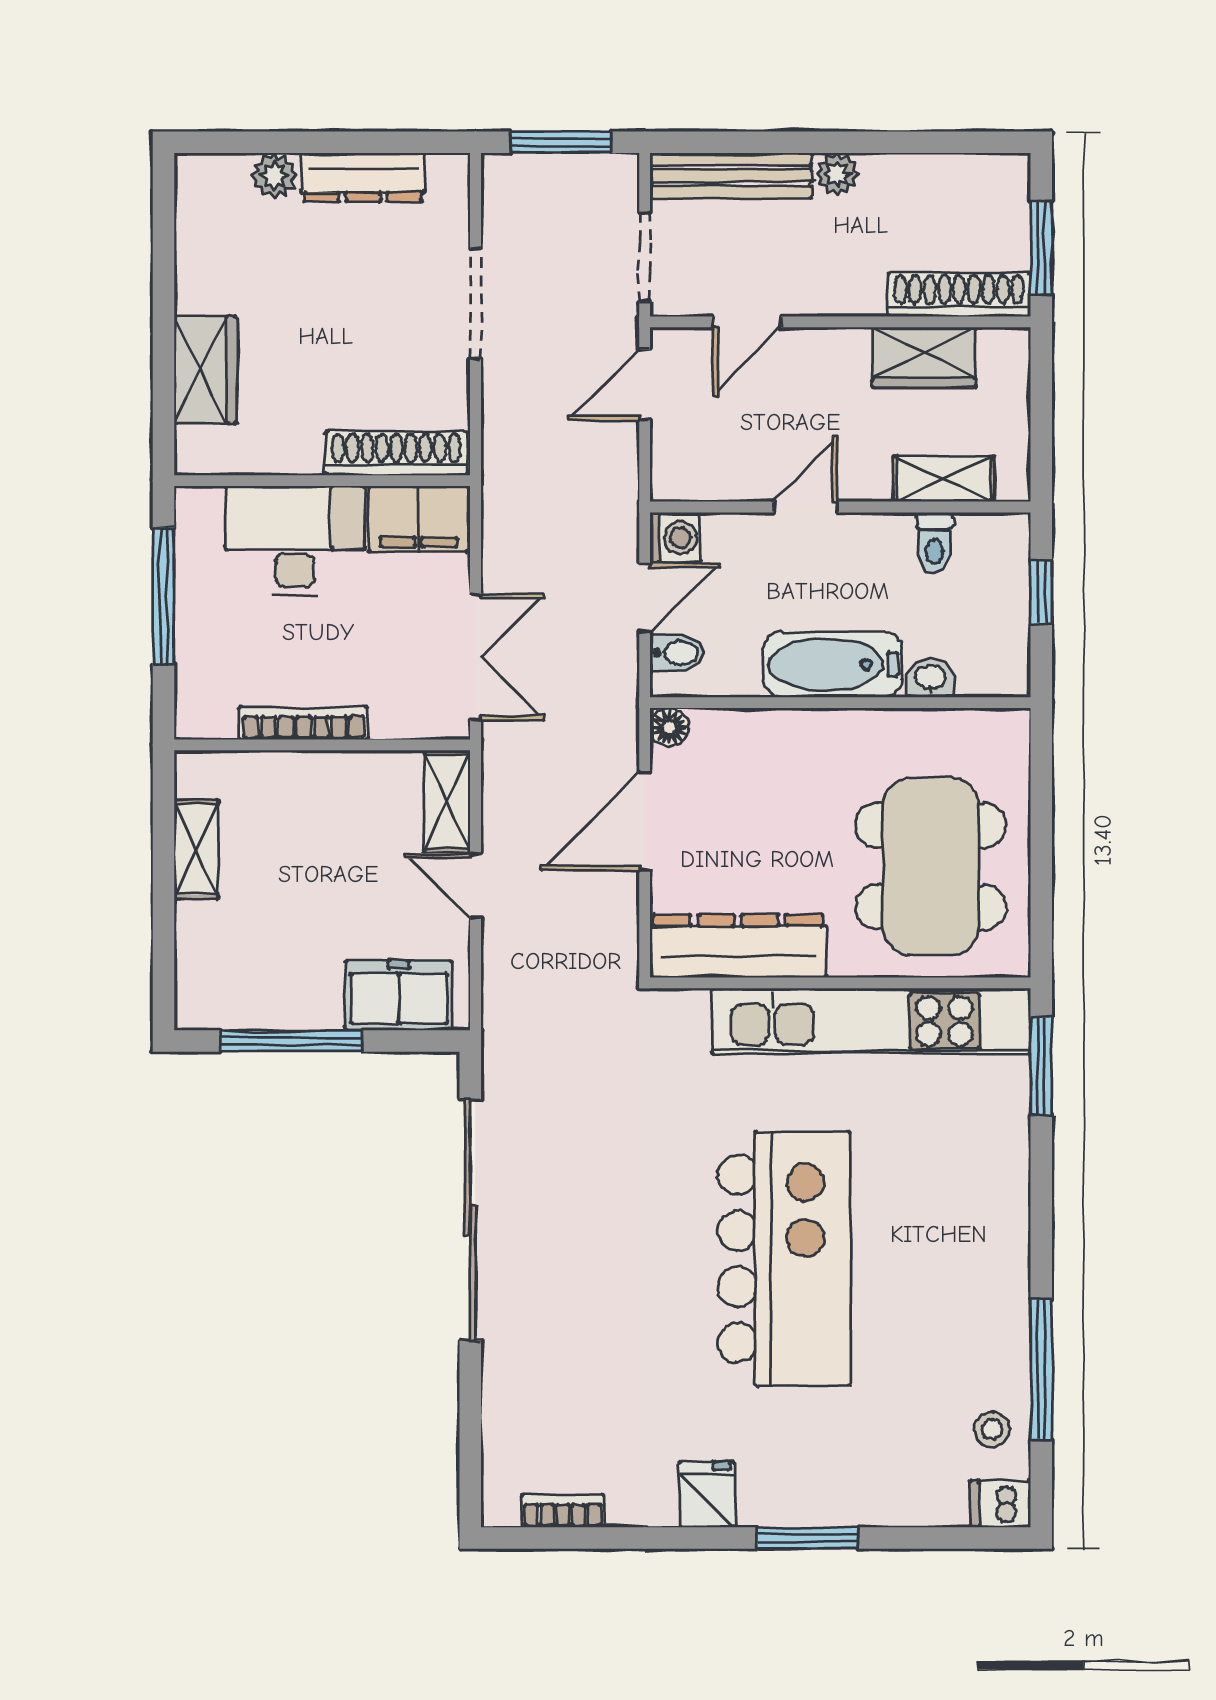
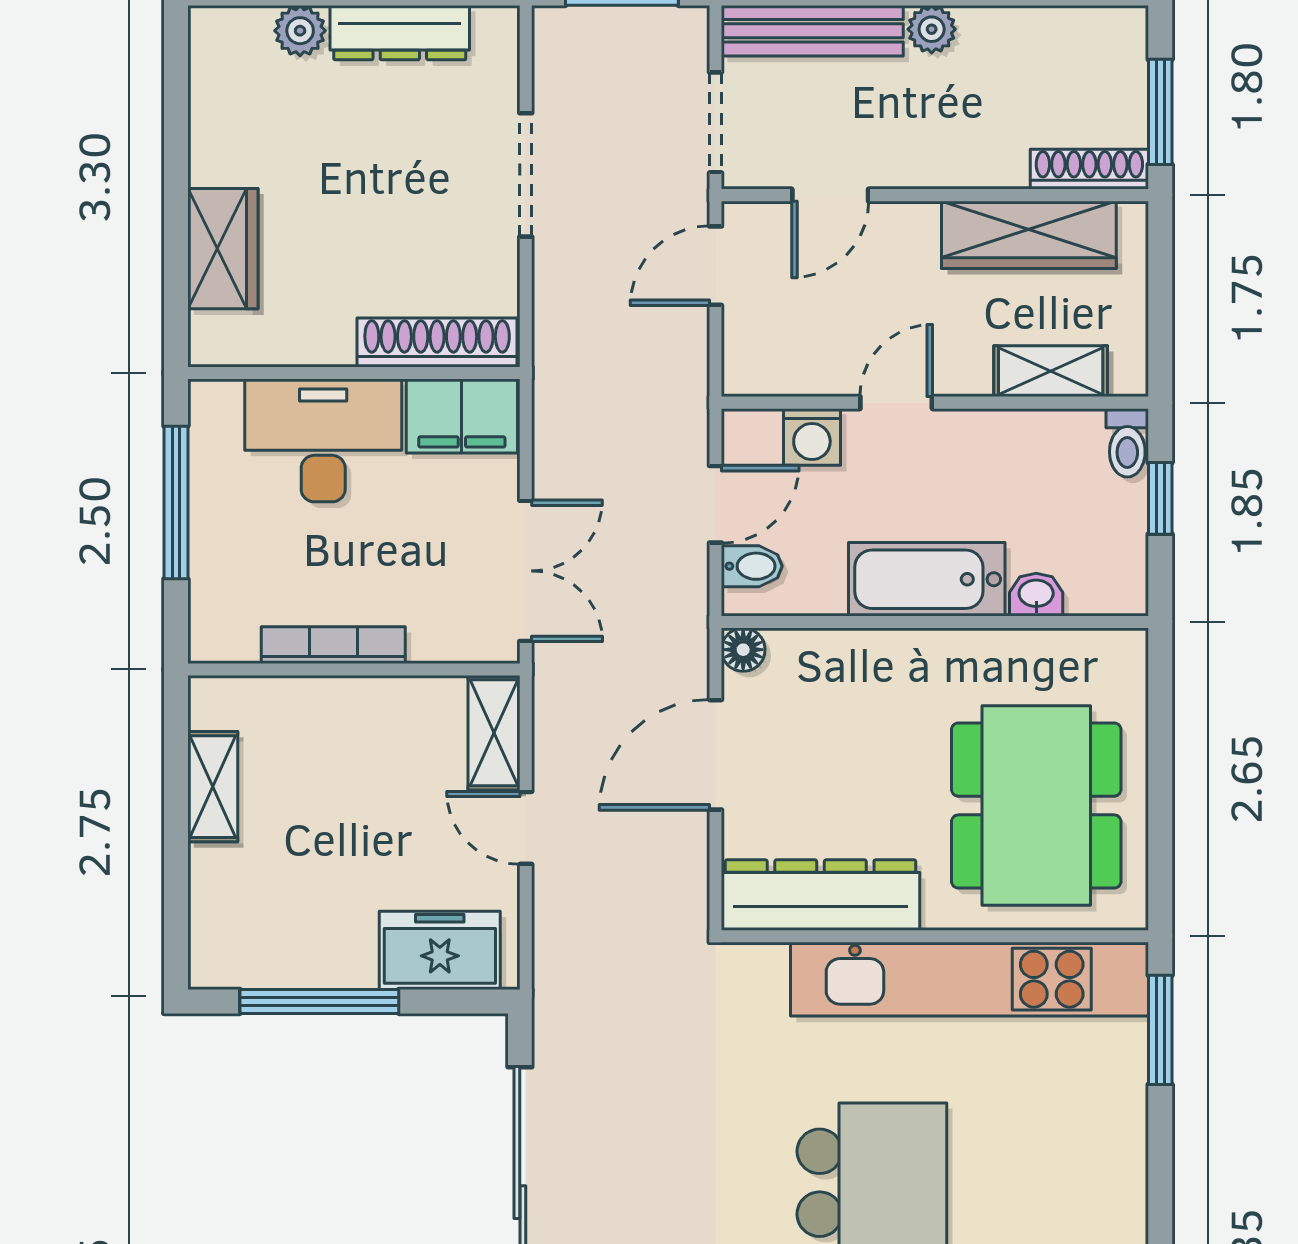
shoe rack: (959, 295) -> (1089, 169), width x0.74, depth x0.81
wardrobe: (924, 357) -> (1029, 235), width x1.50
washing machine: (675, 538) -> (812, 437), moved, turned 90
toilet: (935, 543) -> (1127, 443), moved

